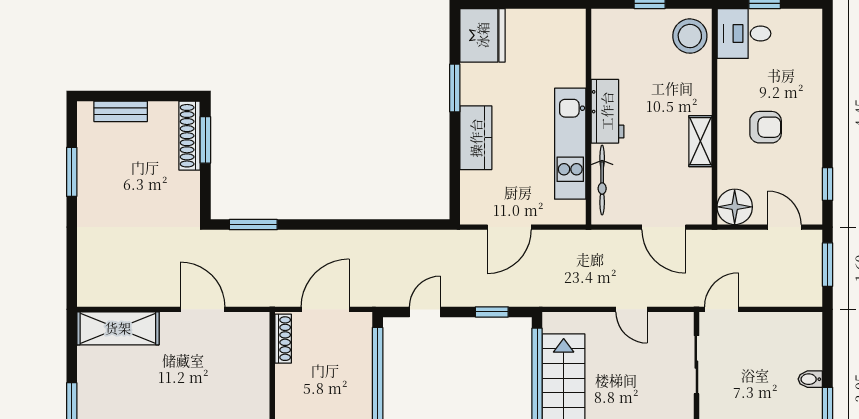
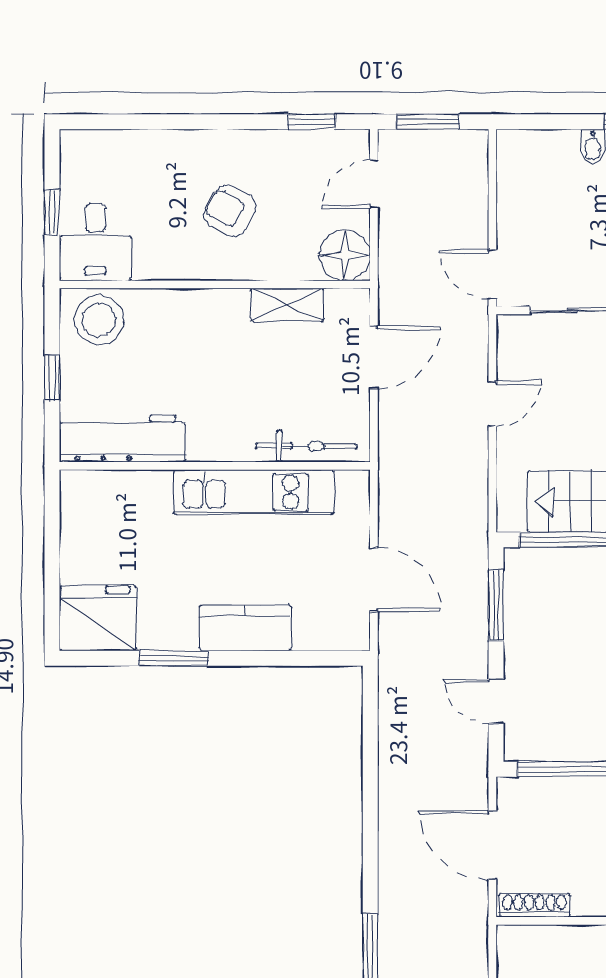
workbench: (607, 111) -> (122, 438), moved, width x1.38
armchair: (766, 127) -> (230, 211), turned -62
shelving: (700, 141) -> (287, 305), moved
window: (492, 312) -> (496, 605), width x1.50

